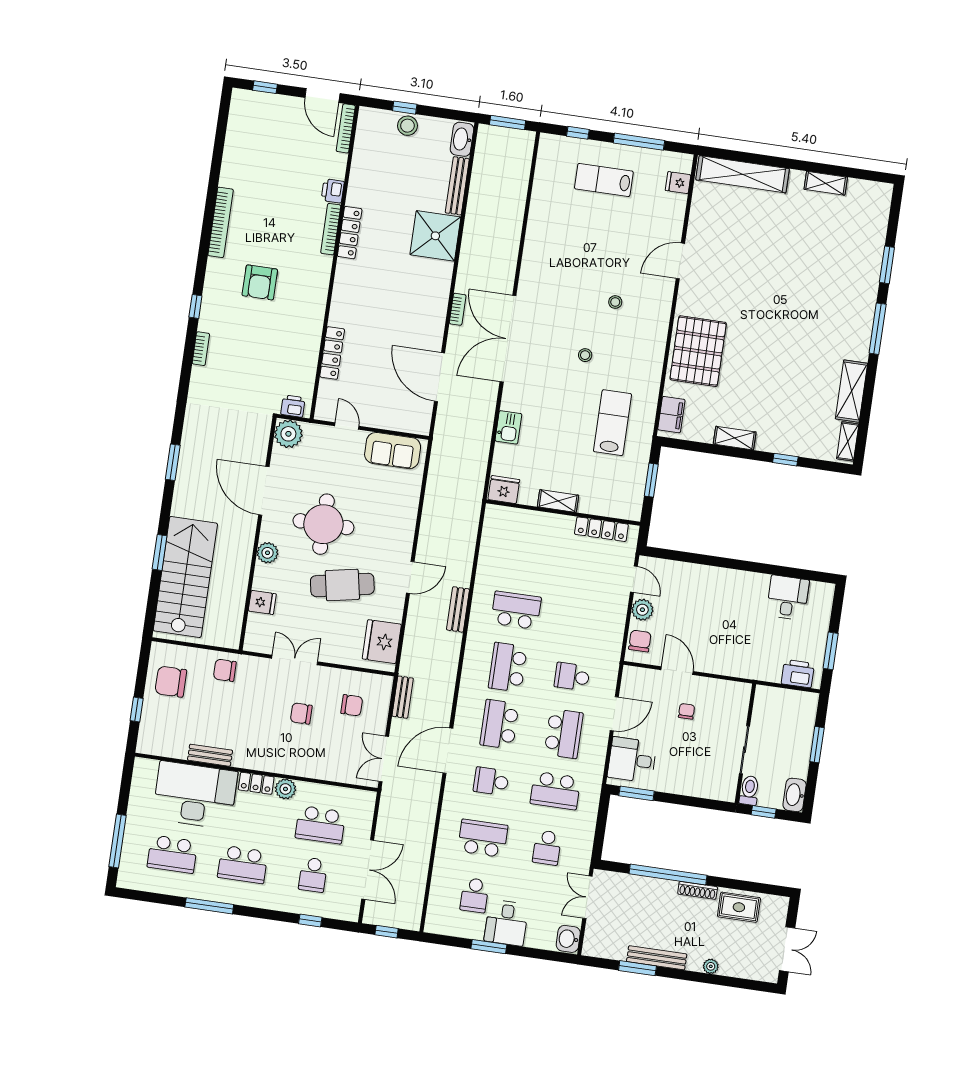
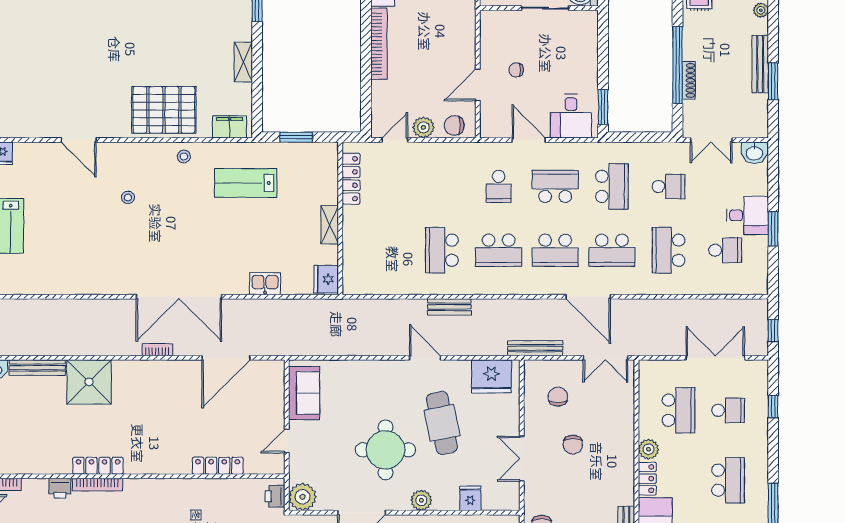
stool: (585, 355) -> (184, 156), moved
bookcase: (733, 577) -> (379, 44), added
bench: (403, 697) -> (535, 348), width x1.36
school desk: (491, 781) -> (612, 250), width x1.85
shoe rack: (698, 890) -> (689, 80), moved

